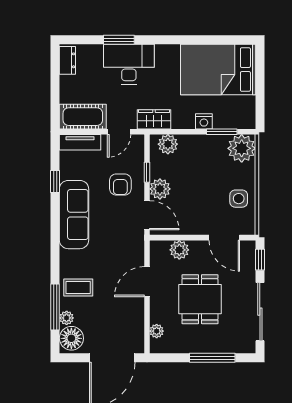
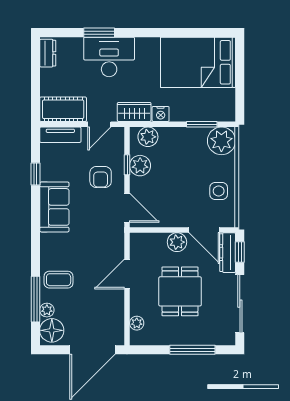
nightstand: (204, 121) -> (161, 114), moved
plant: (160, 189) -> (140, 166), moved
sofa: (74, 215) -> (54, 207), width x0.73
plant: (179, 250) -> (177, 242), moved
dresser: (248, 260) -> (228, 253), added

